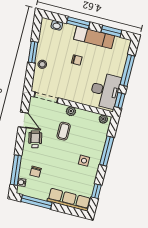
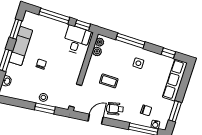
window: (33, 52) -> (45, 108), moved
desk: (105, 90) -> (76, 40), width x0.73
plant: (71, 111) -> (97, 51), moved
window: (37, 202) -> (175, 111), width x0.69

